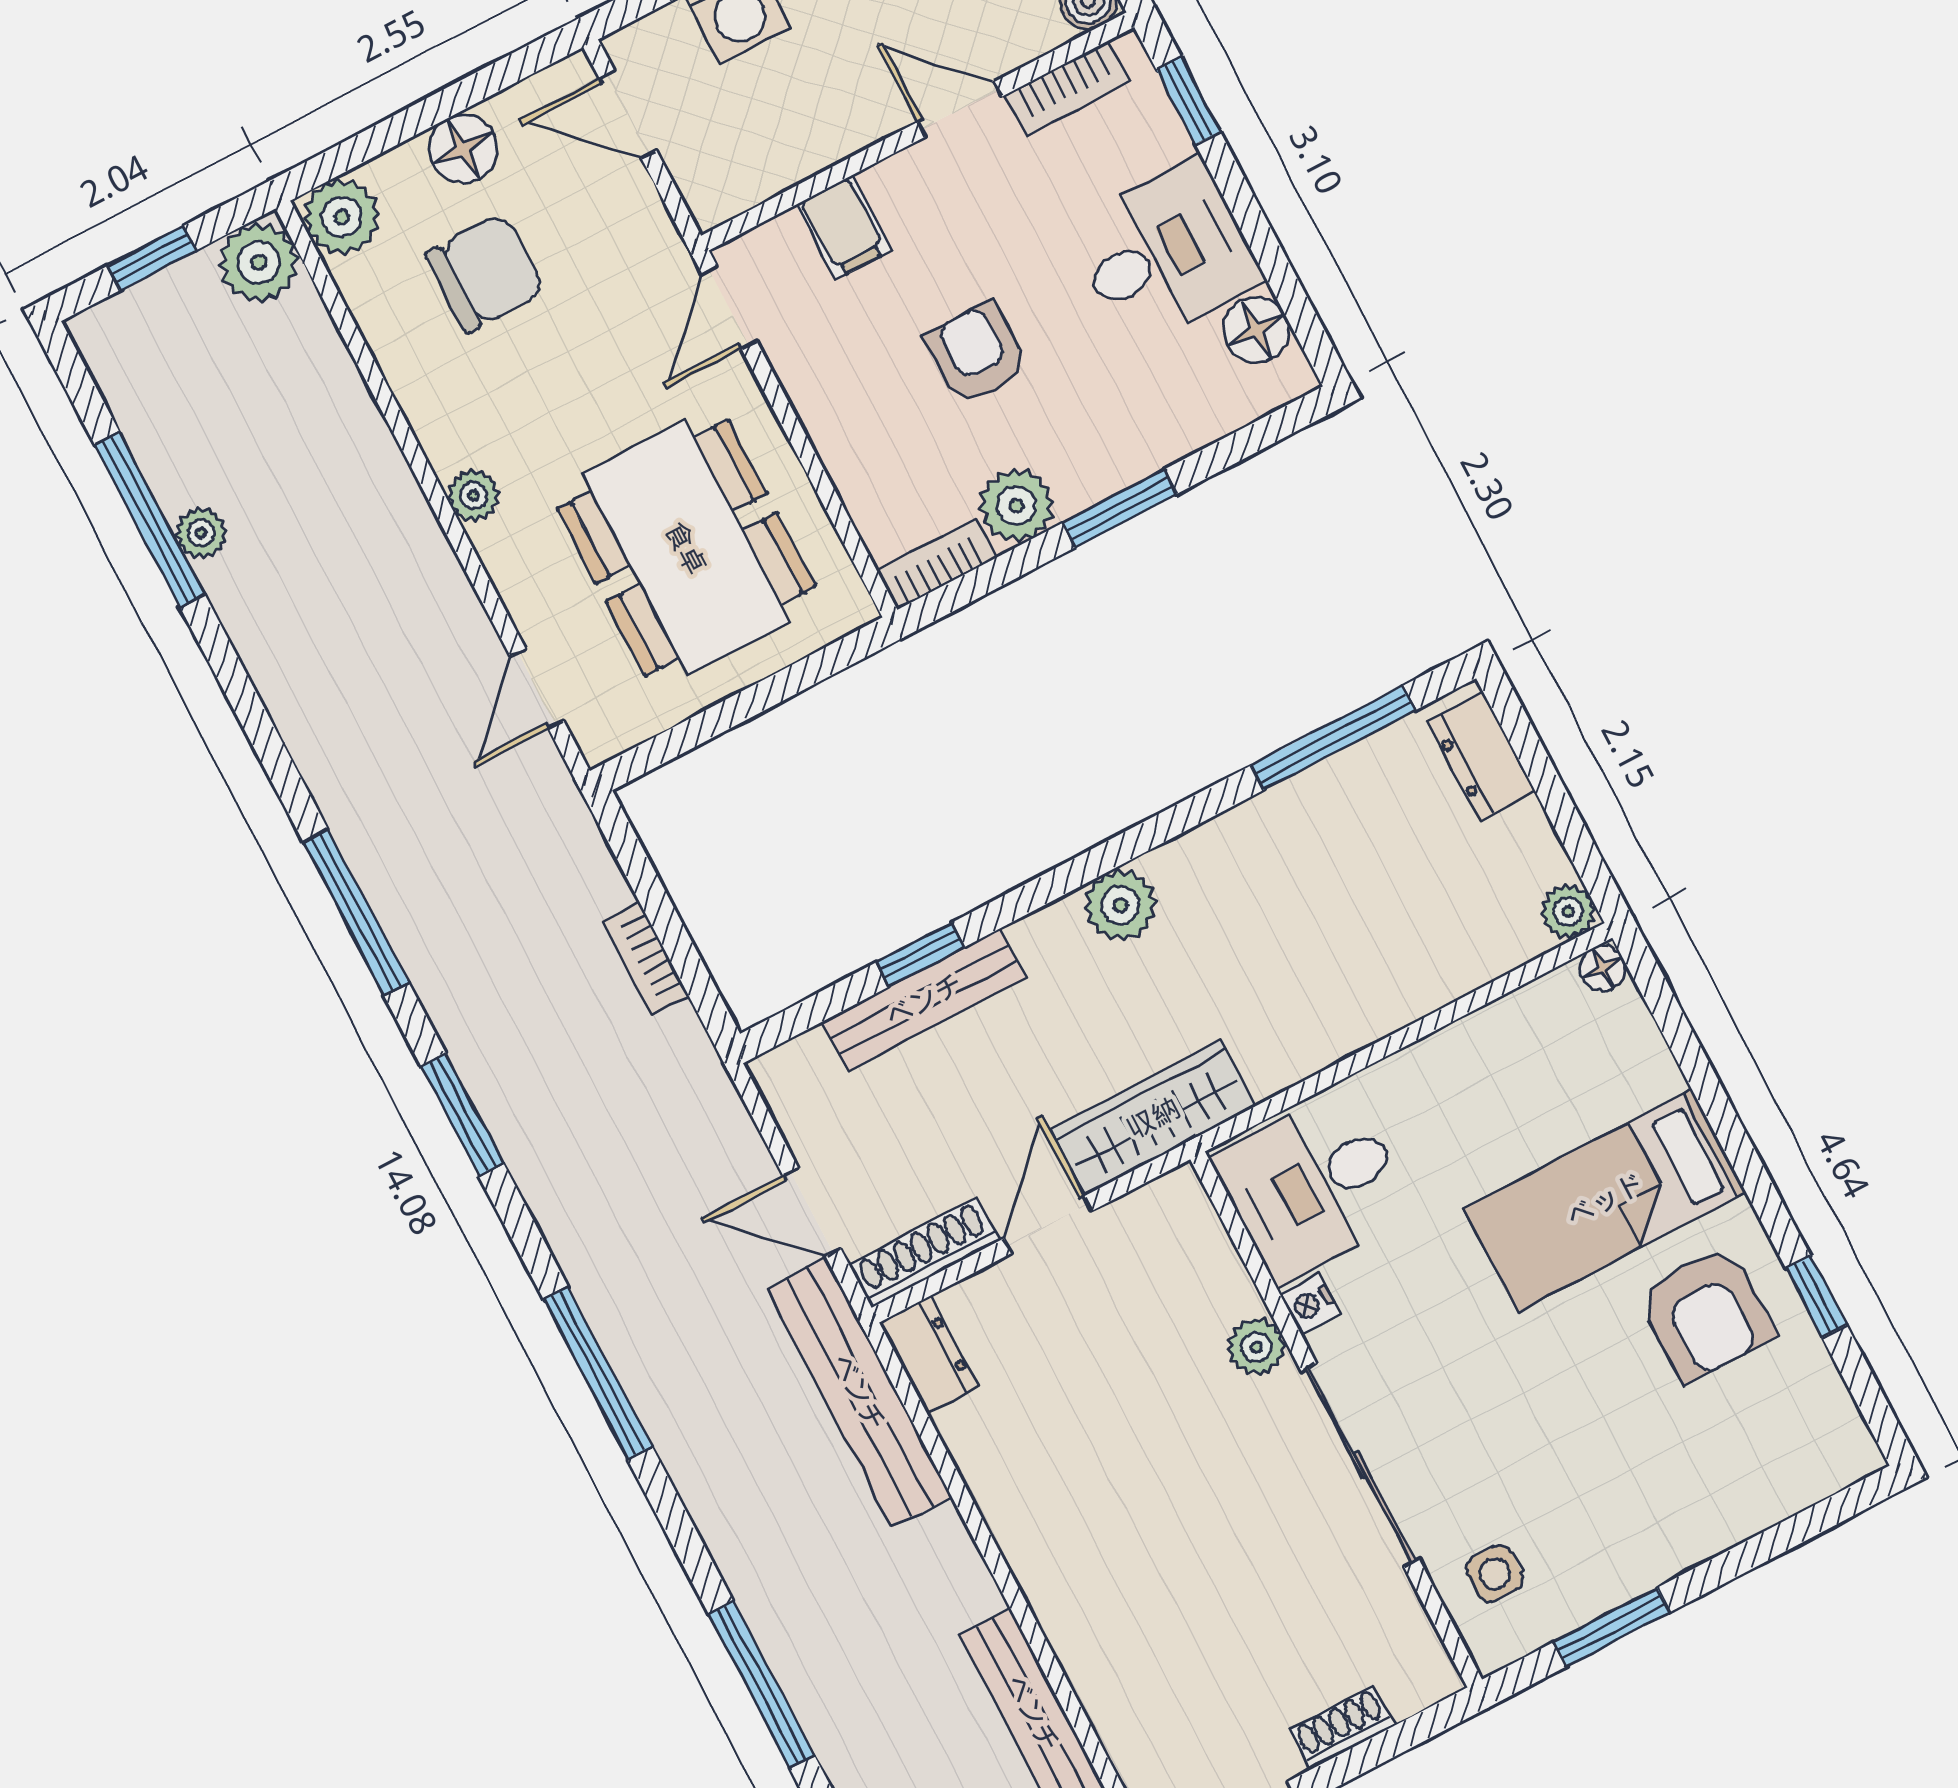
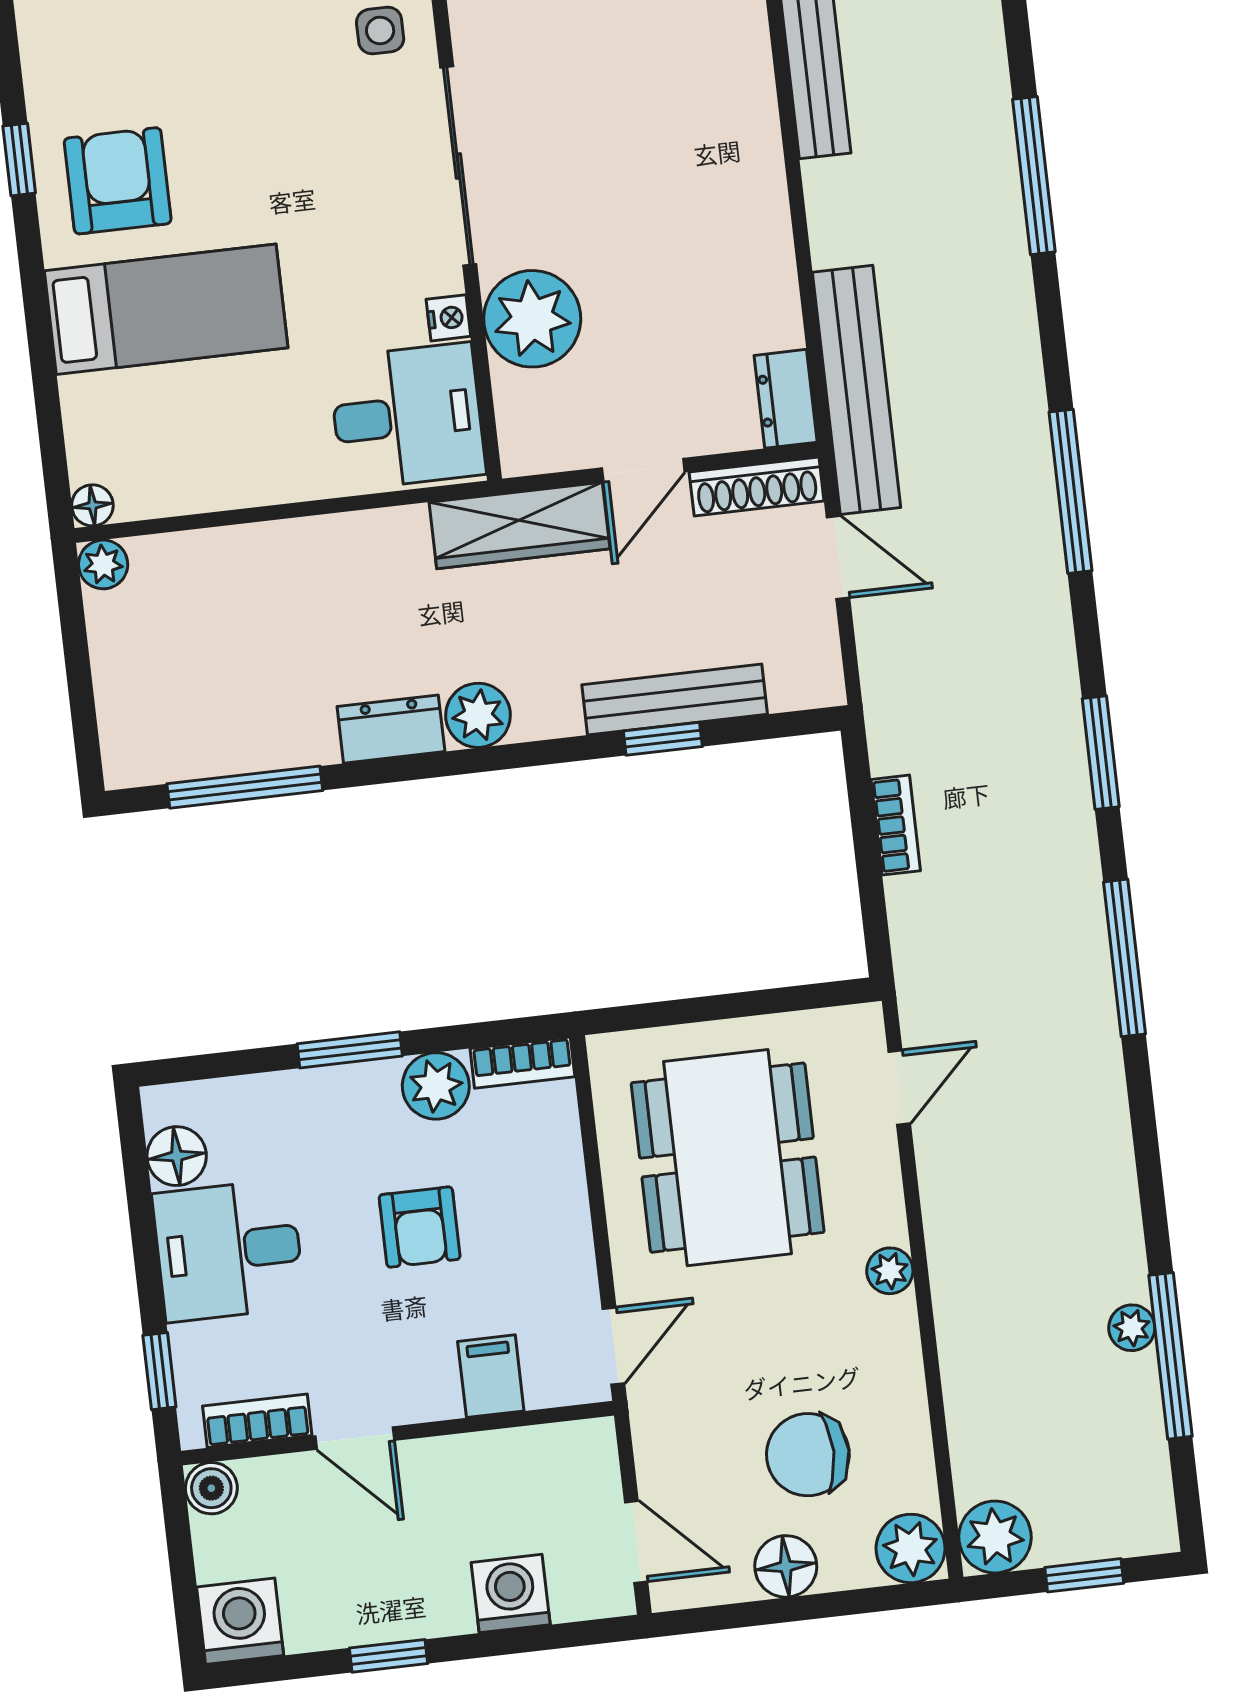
dresser: (1481, 756) -> (391, 729), moved, turned -90
plant: (1257, 1347) -> (532, 319), width x1.88, depth x1.88

